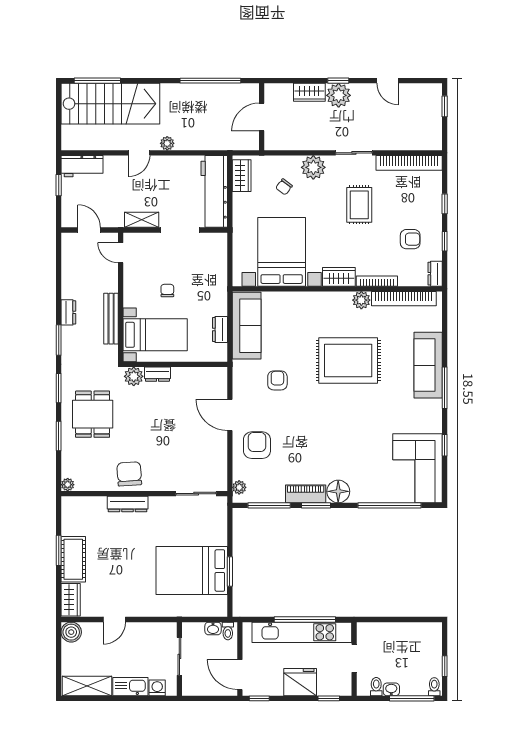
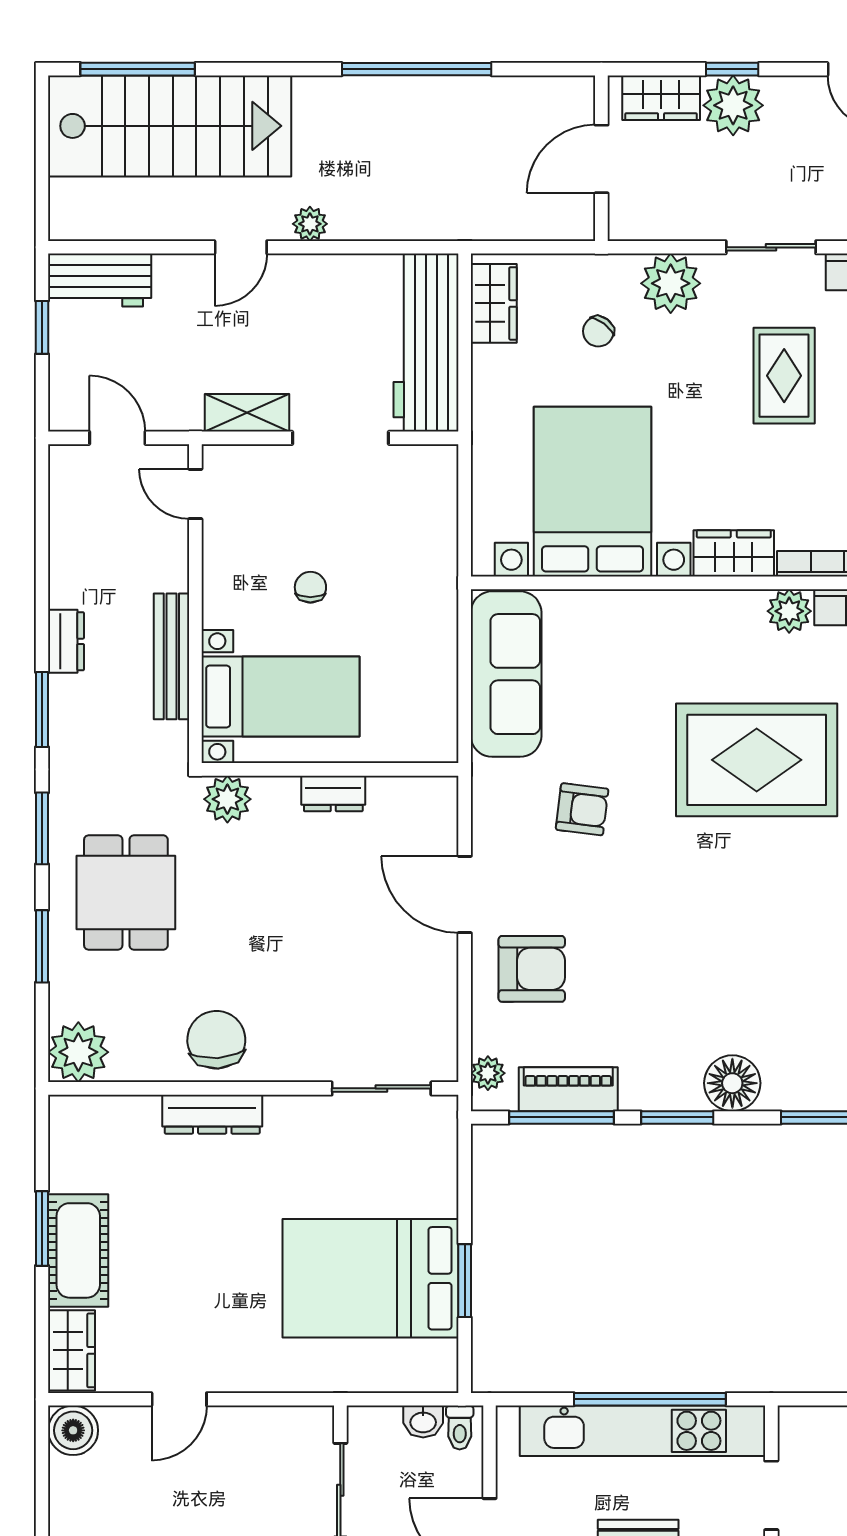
door: (262, 117) -> (601, 159), moved
wall: (262, 117) -> (601, 158), moved
dresser: (220, 330) -> (440, 683), removed
dresser: (157, 374) -> (333, 794), moved
armchair: (277, 380) -> (582, 809), turned 97
armchair: (257, 445) -> (532, 969), turned 90
plant: (68, 485) -> (78, 1052), width x1.88, depth x1.88
piano: (306, 494) -> (568, 1089), moved

